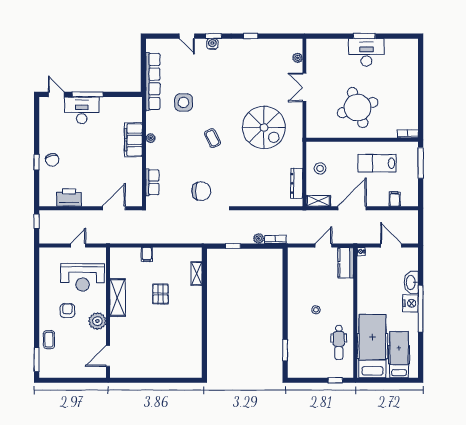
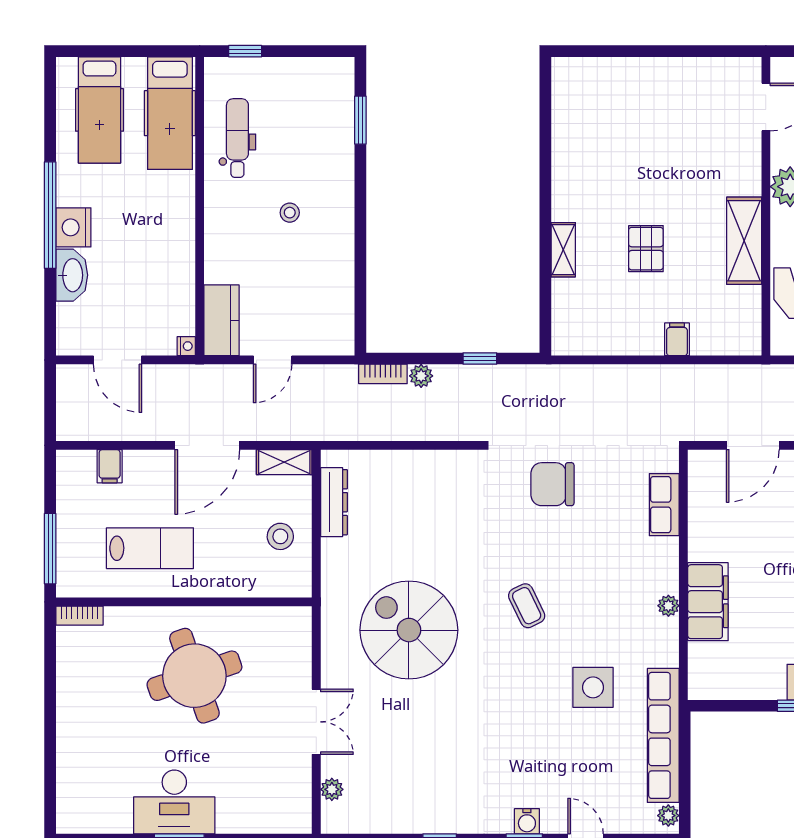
plant: (151, 46) -> (668, 816), added
shelving: (197, 274) -> (563, 250), moved
hospital bed: (372, 346) -> (170, 113), width x0.73, depth x0.78

